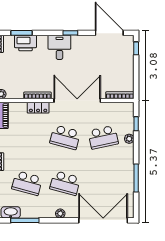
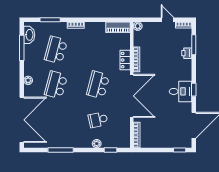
printer: (25, 43) -> (187, 53), width x0.53, depth x0.68
desk: (59, 47) -> (181, 91), moved
school desk: (103, 137) -> (98, 120), width x0.54

